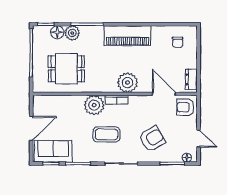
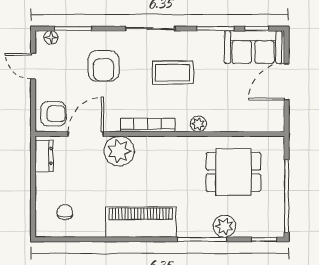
floor lamp: (57, 32) -> (247, 227), removed
plant: (128, 83) -> (119, 151), moved
door: (164, 94) -> (86, 134), swing flipped
bookcase: (116, 100) -> (148, 125), width x1.56
plant: (94, 105) -> (198, 124), width x0.53, depth x0.53
armchair: (152, 139) -> (104, 66), turned -60

